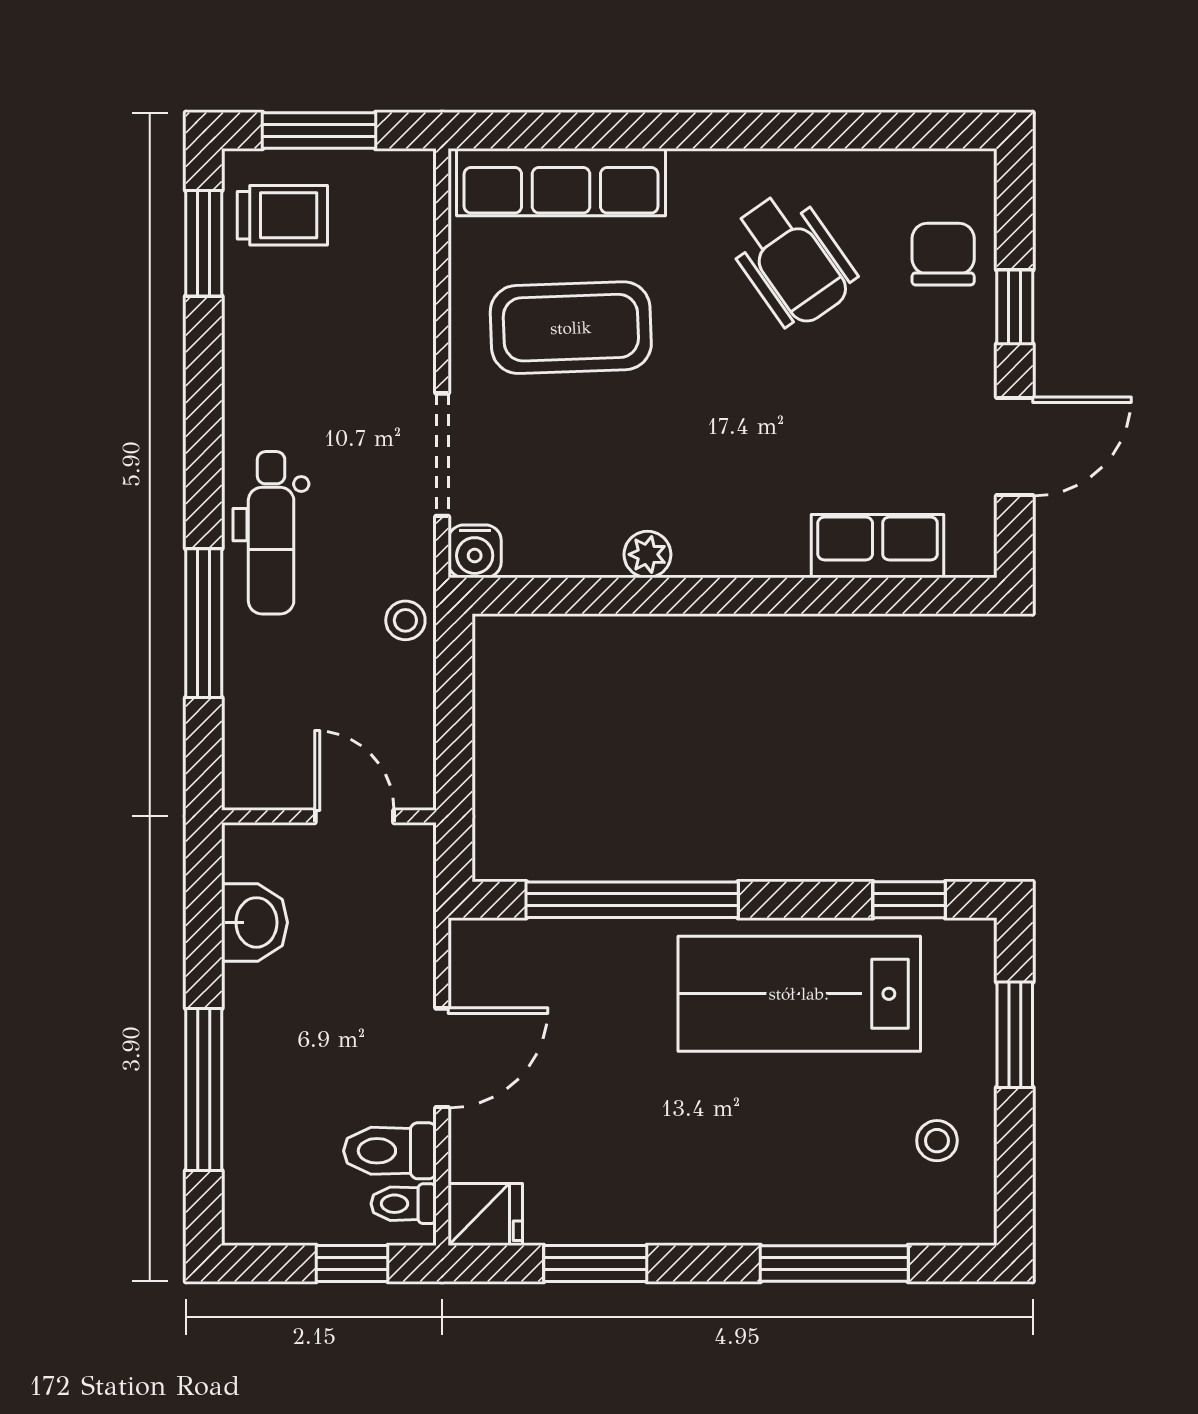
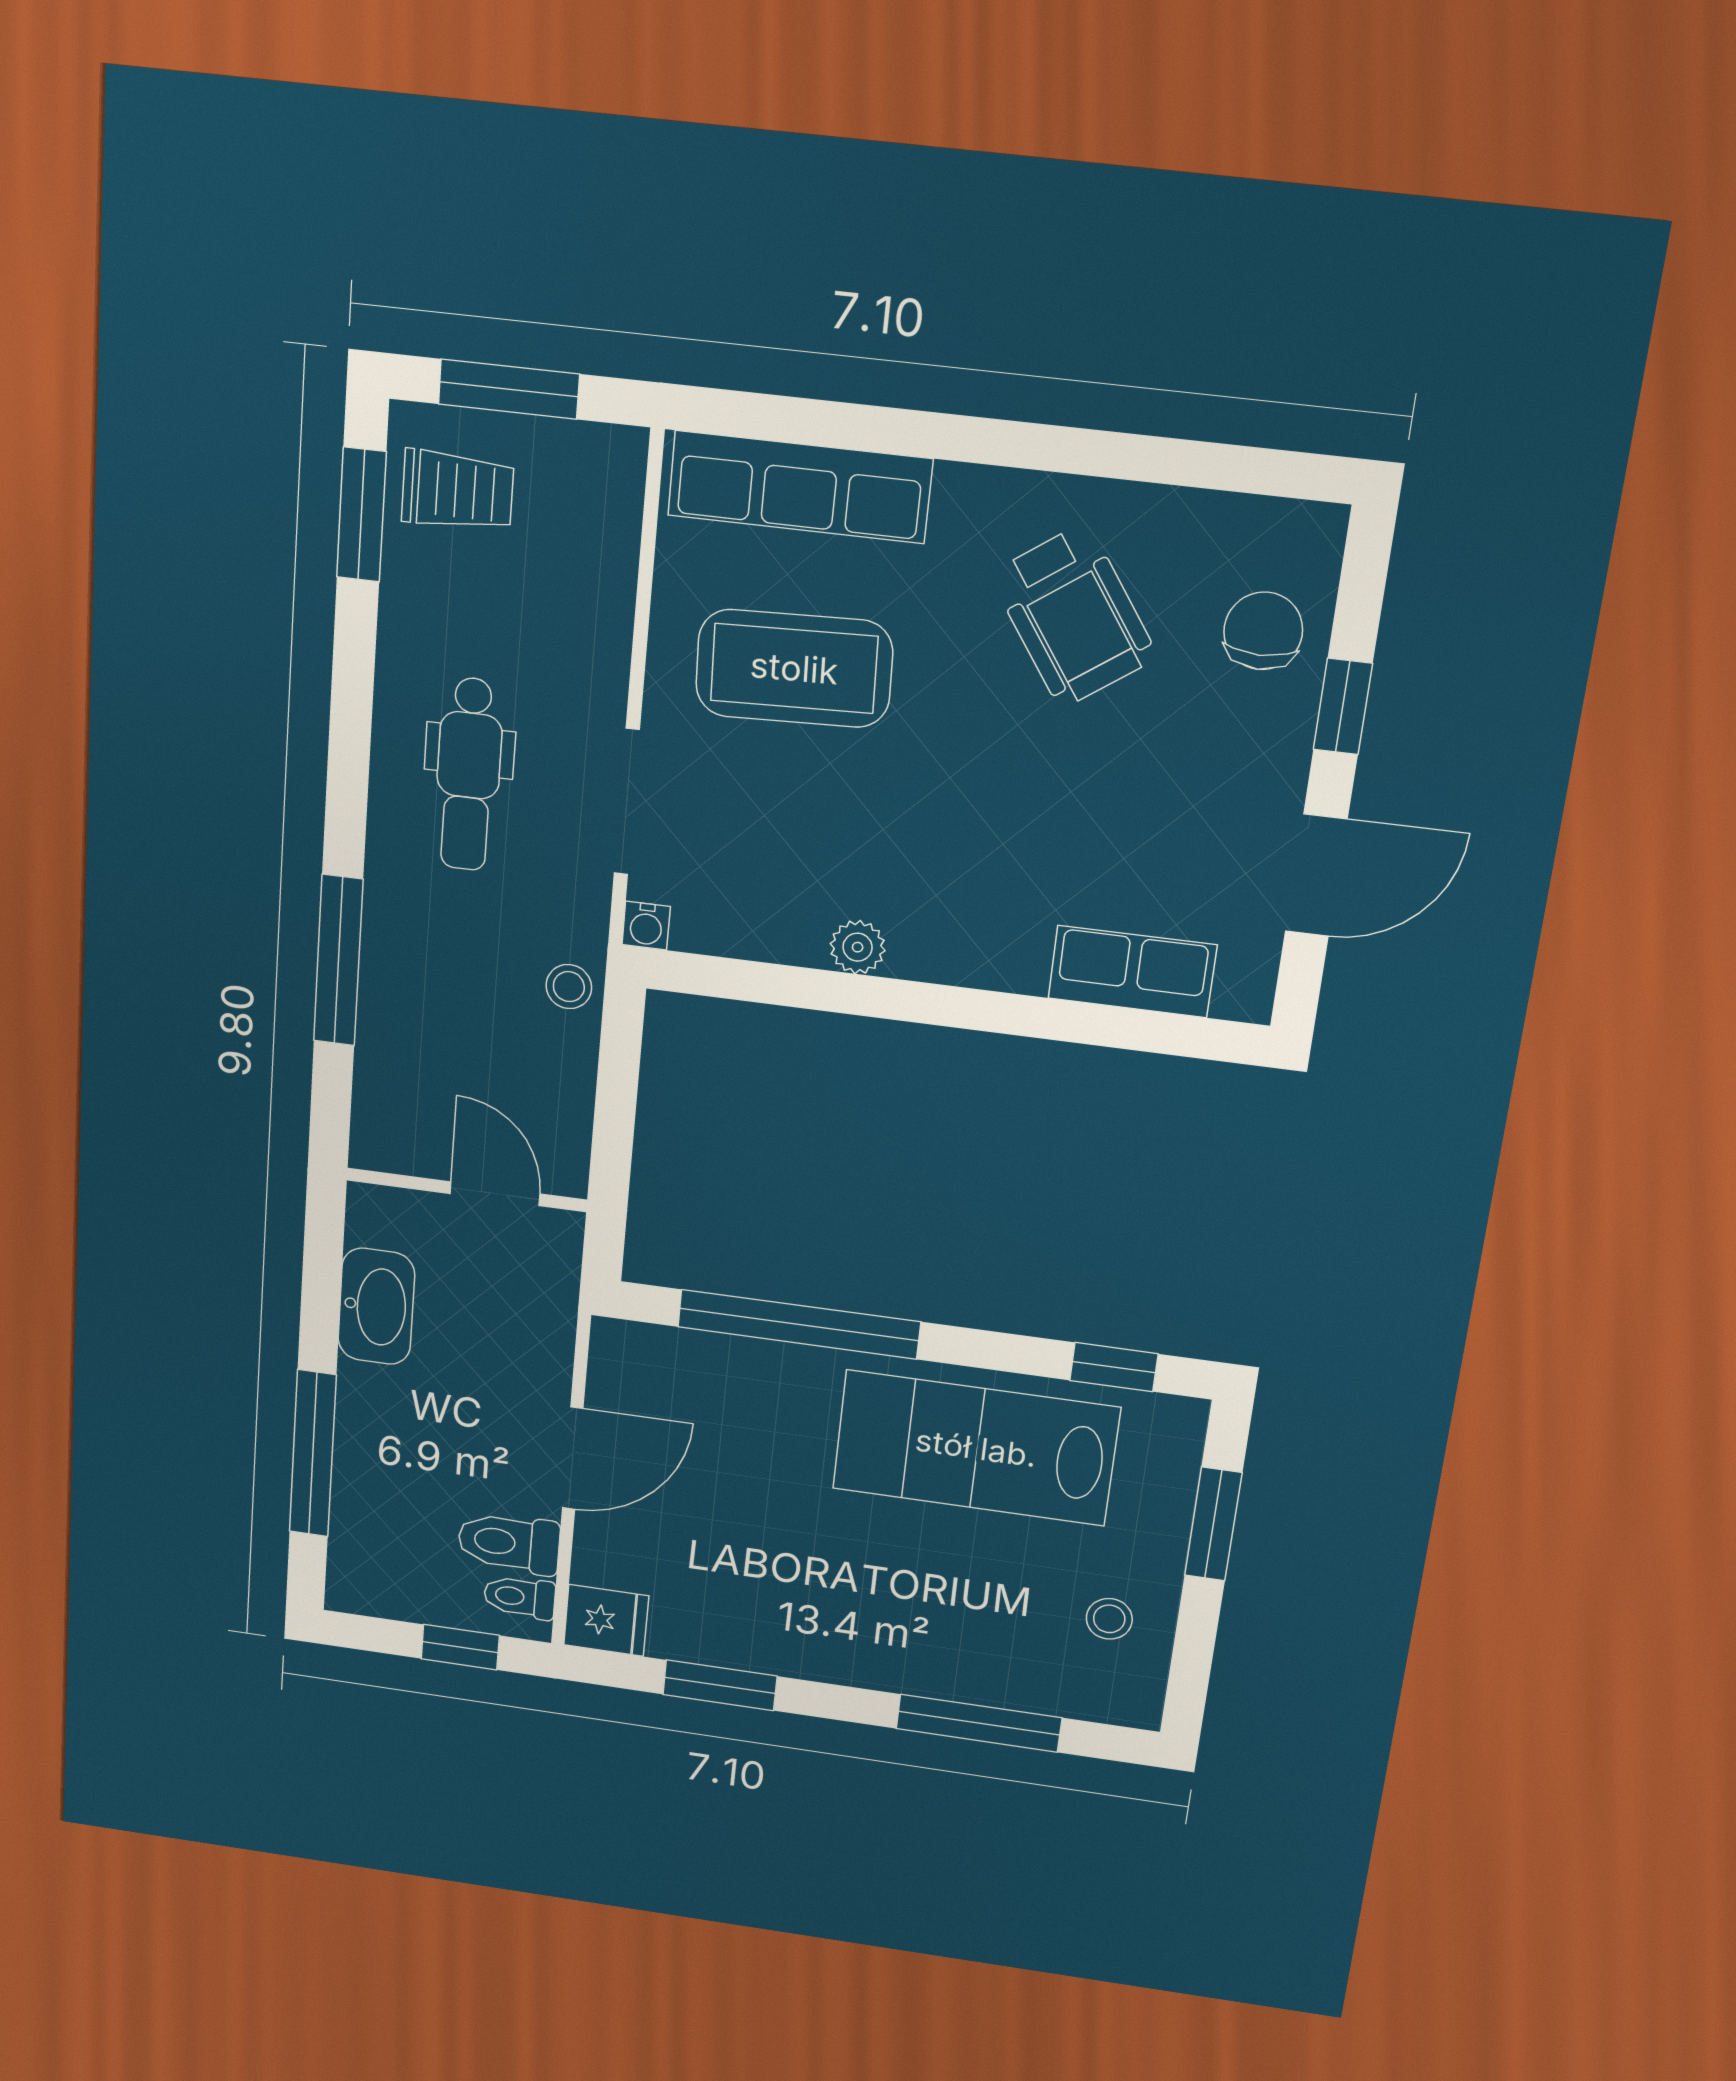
dental chair: (271, 533) -> (468, 774), moved
water cooler: (475, 551) -> (646, 926), width x0.72, depth x0.72
washbasin: (254, 922) -> (376, 1306), width x1.38

